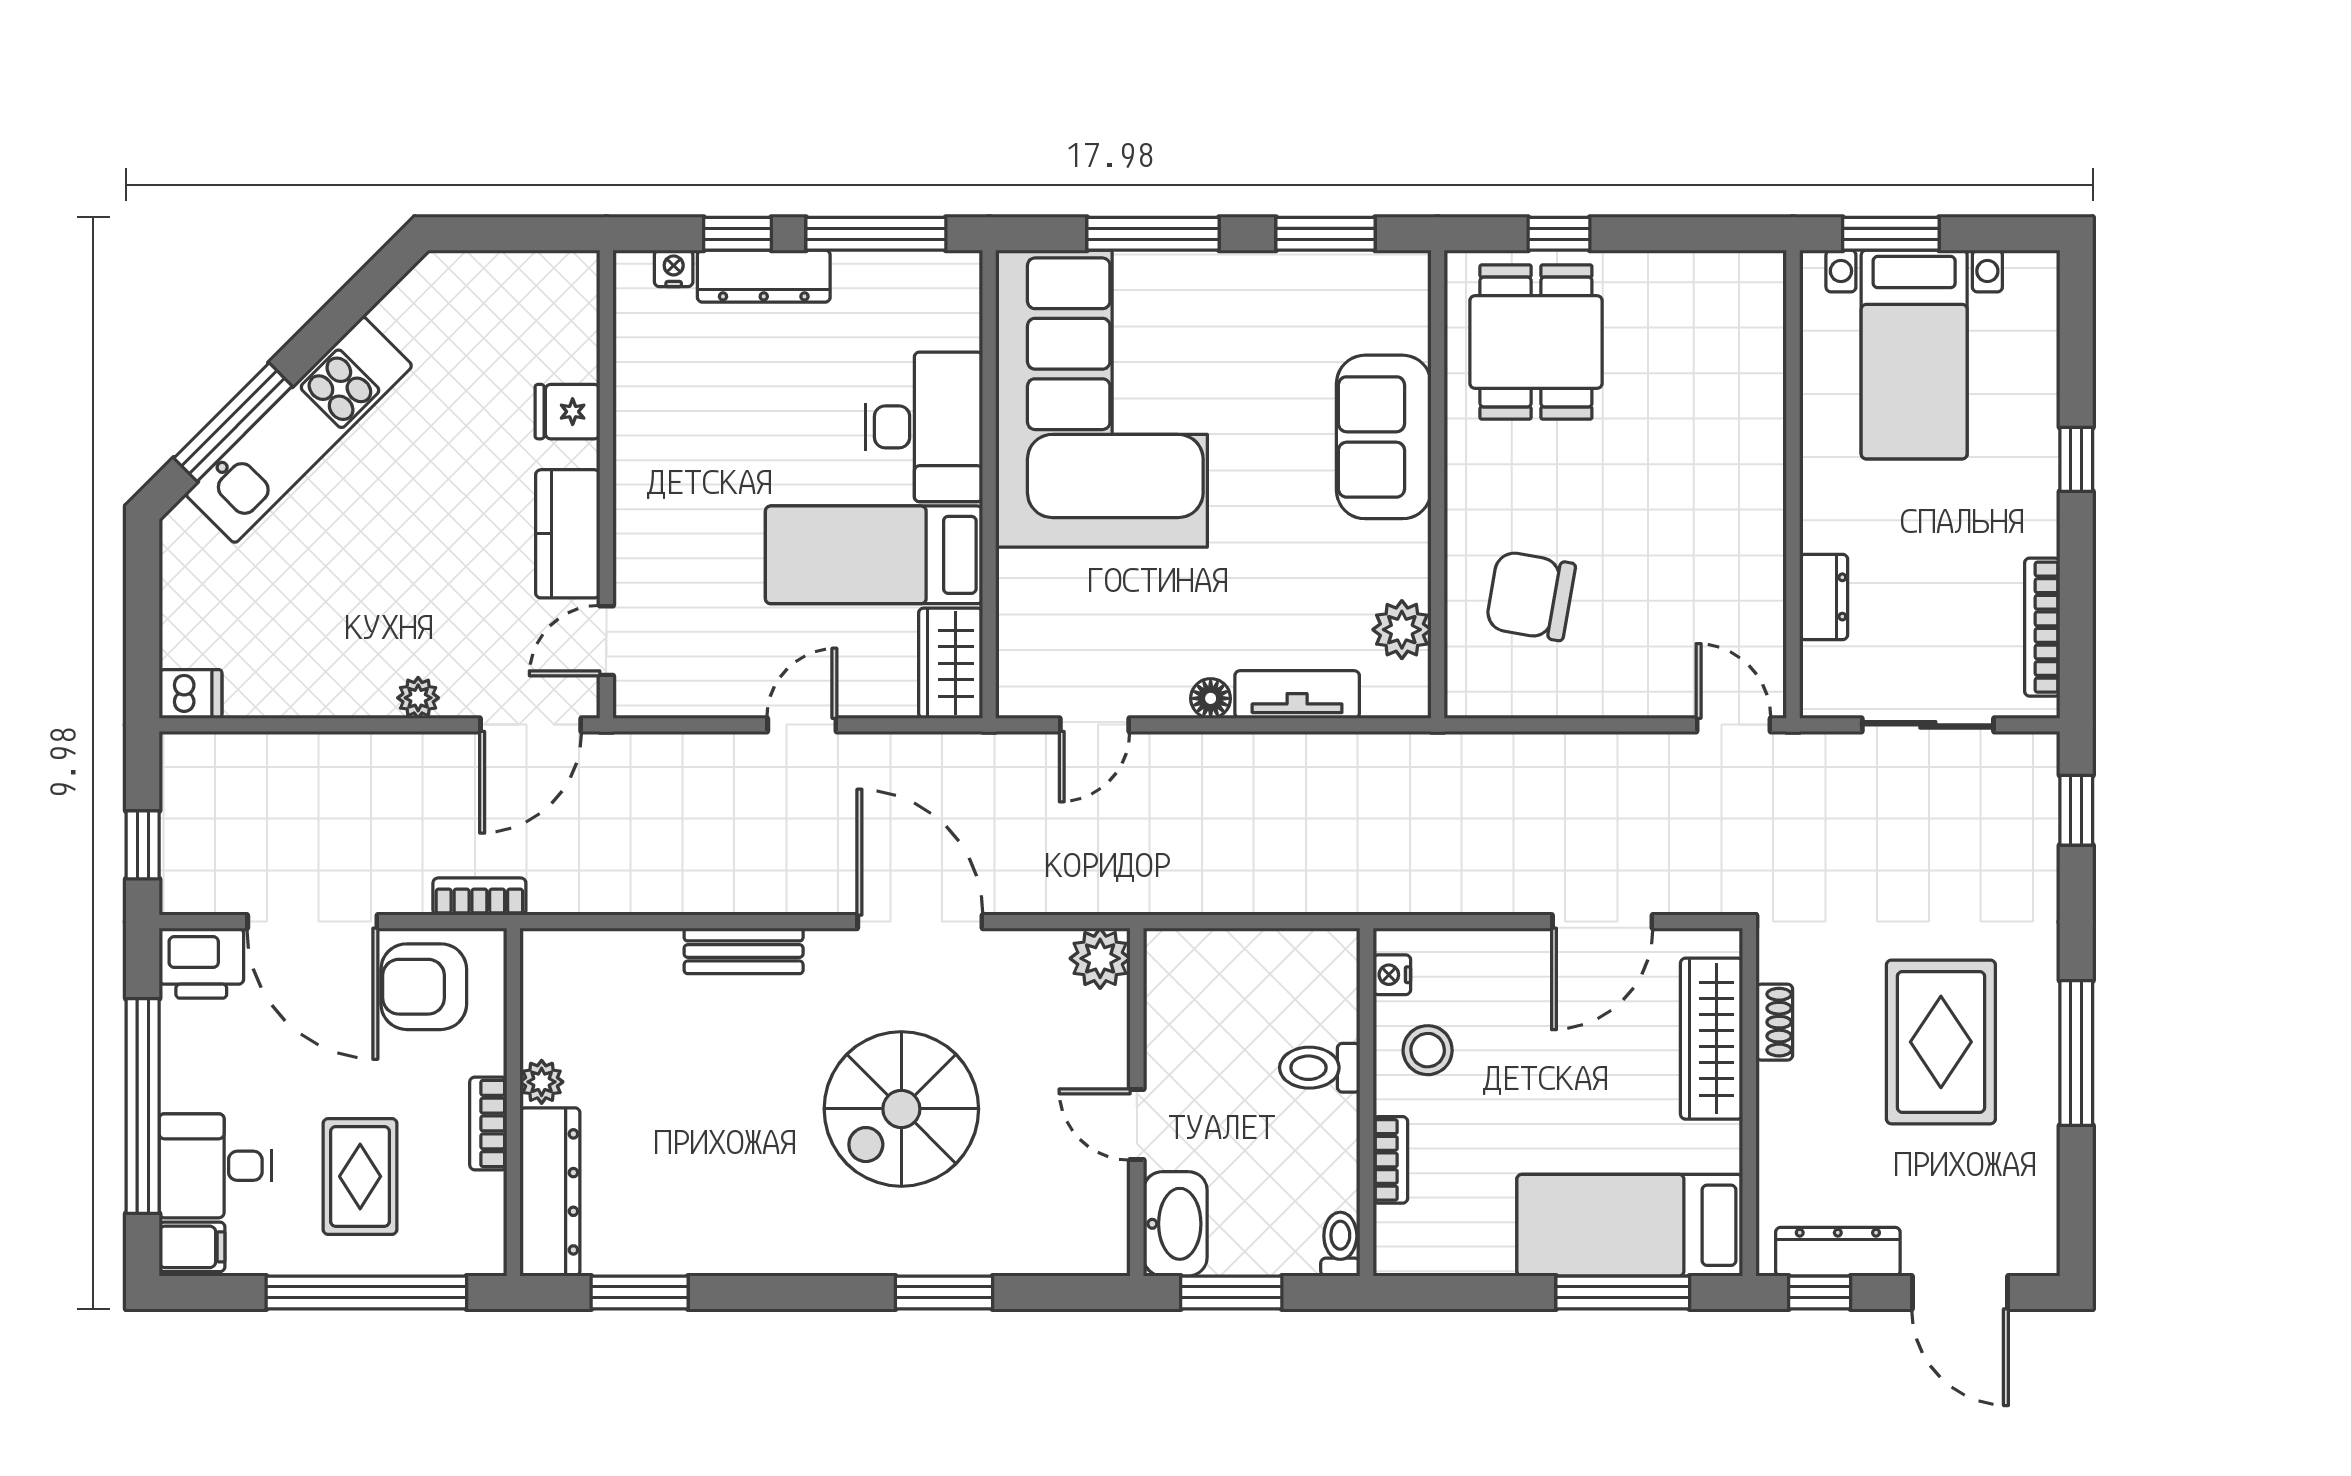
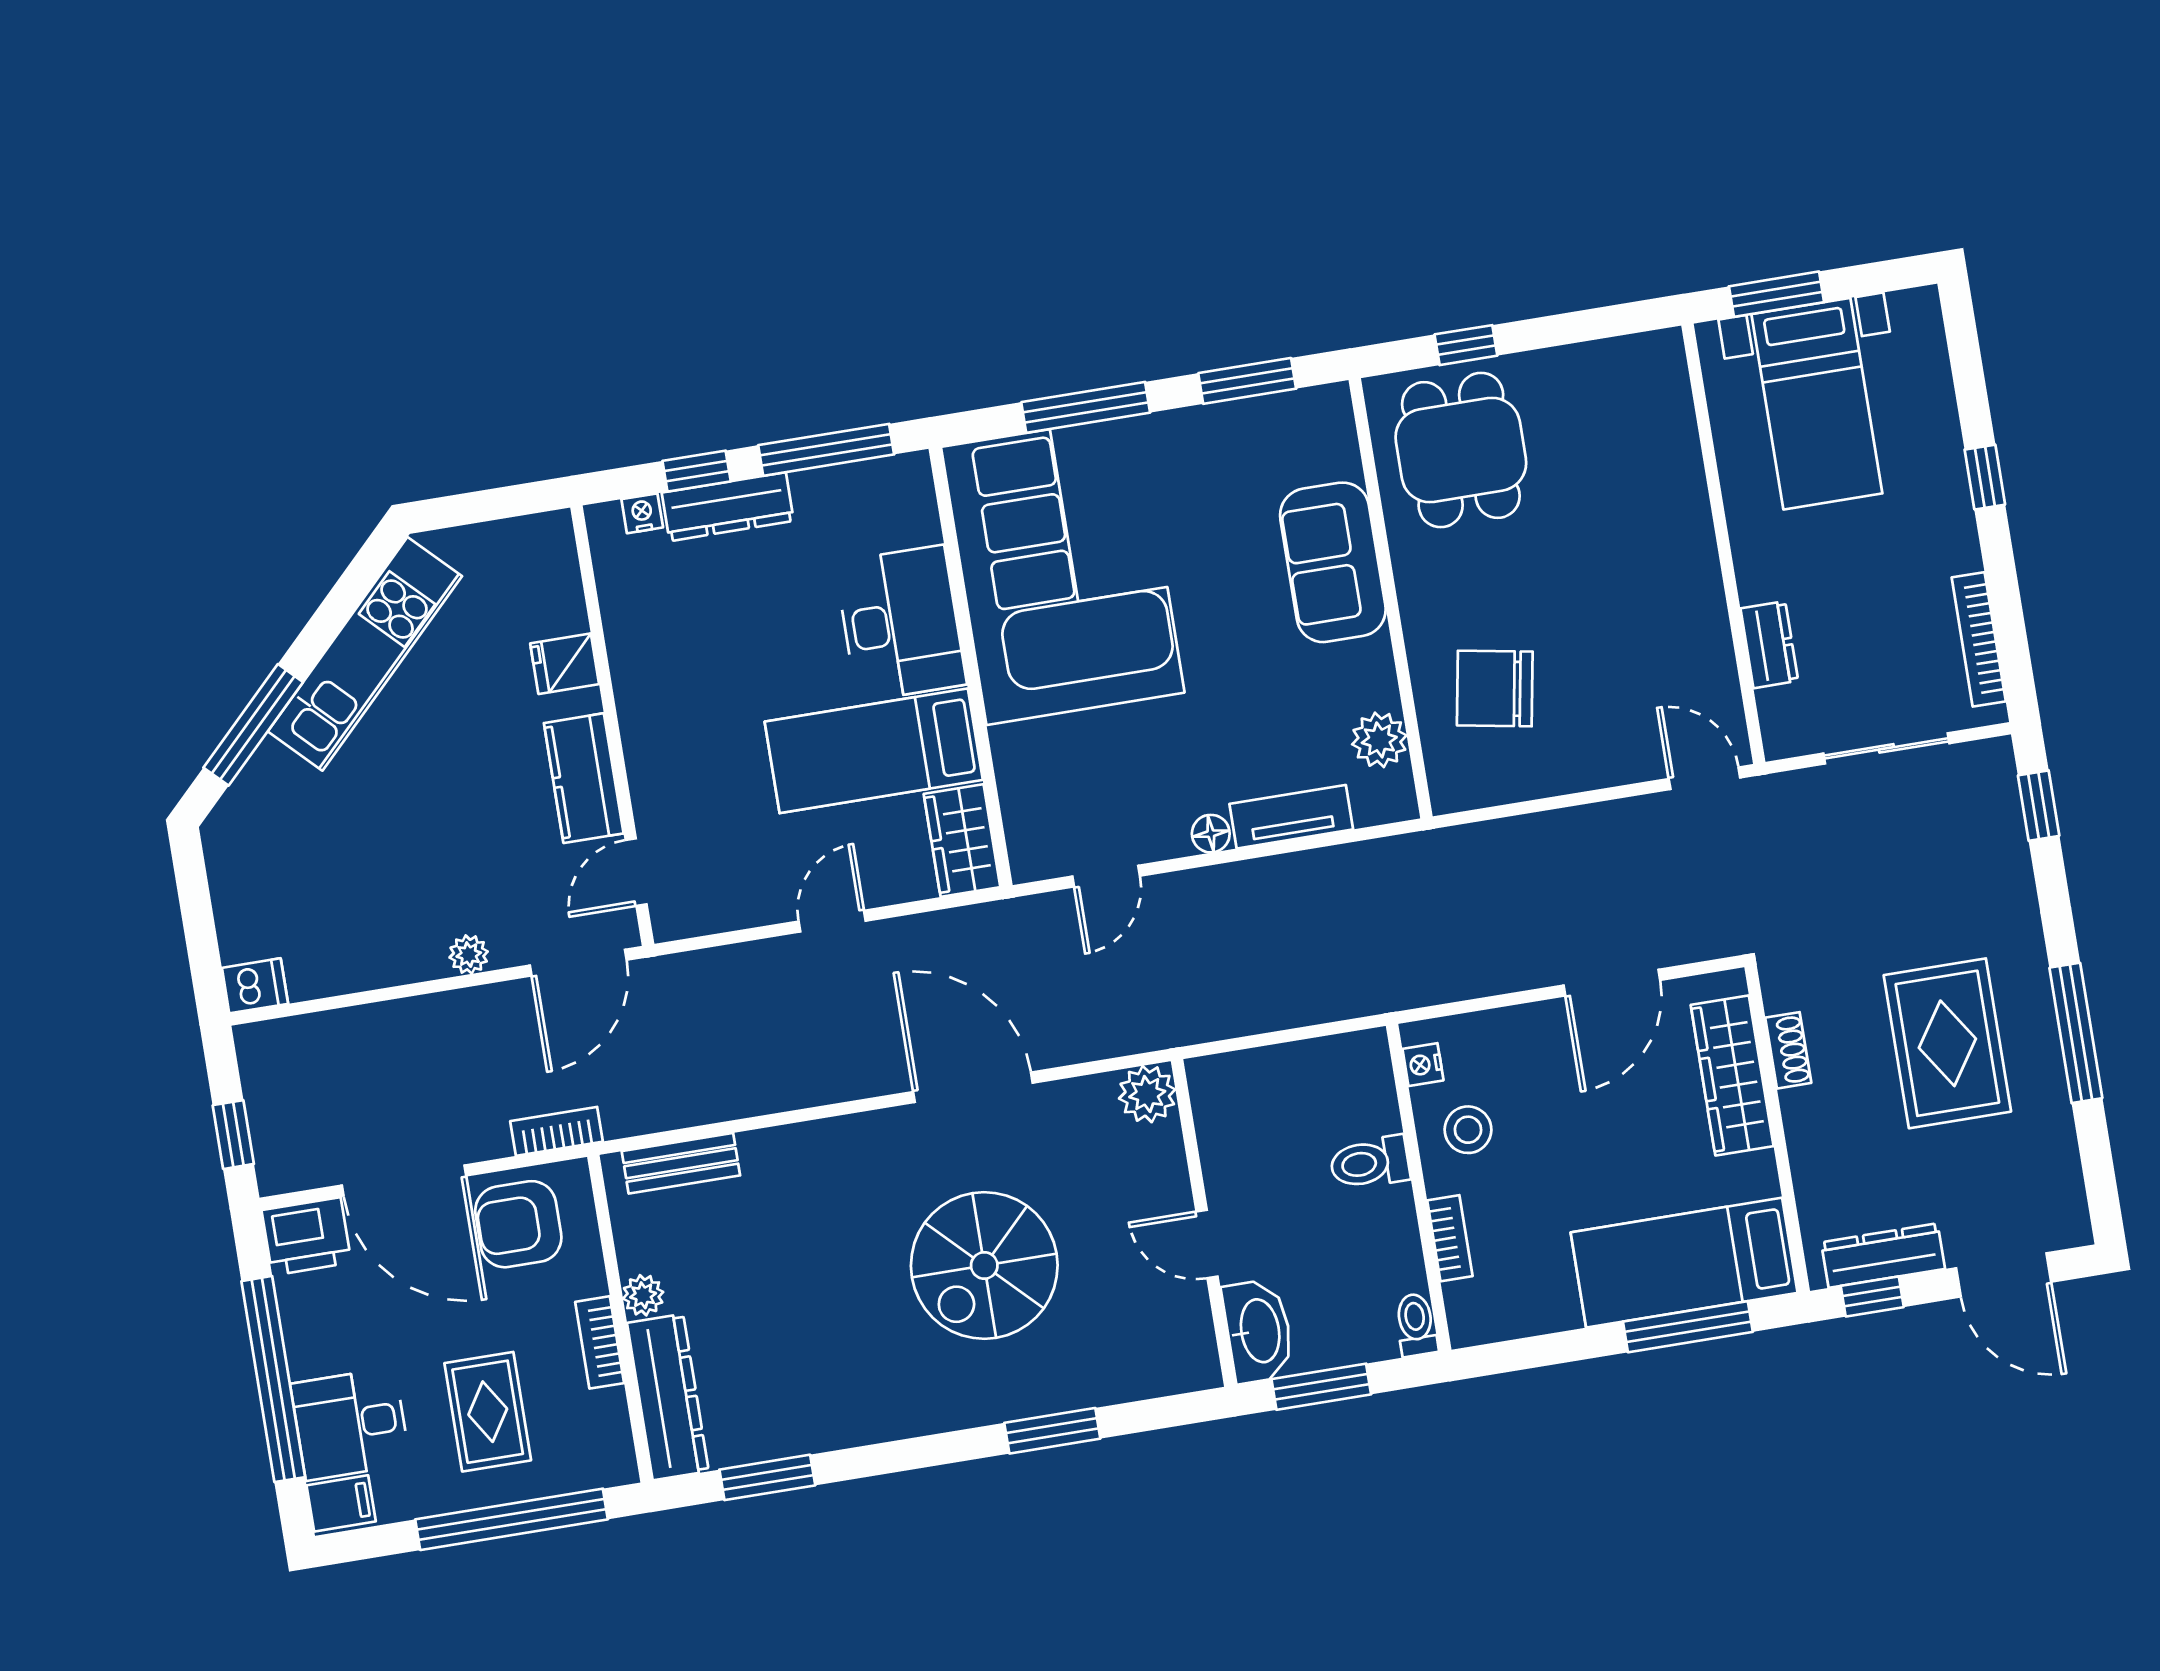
kitchen unit: (299, 430) -> (365, 654), moved
bench: (744, 951) -> (681, 1163), moved

